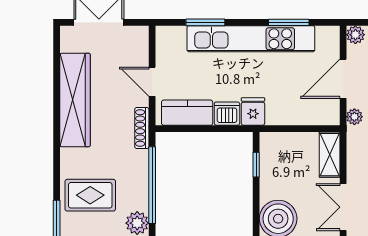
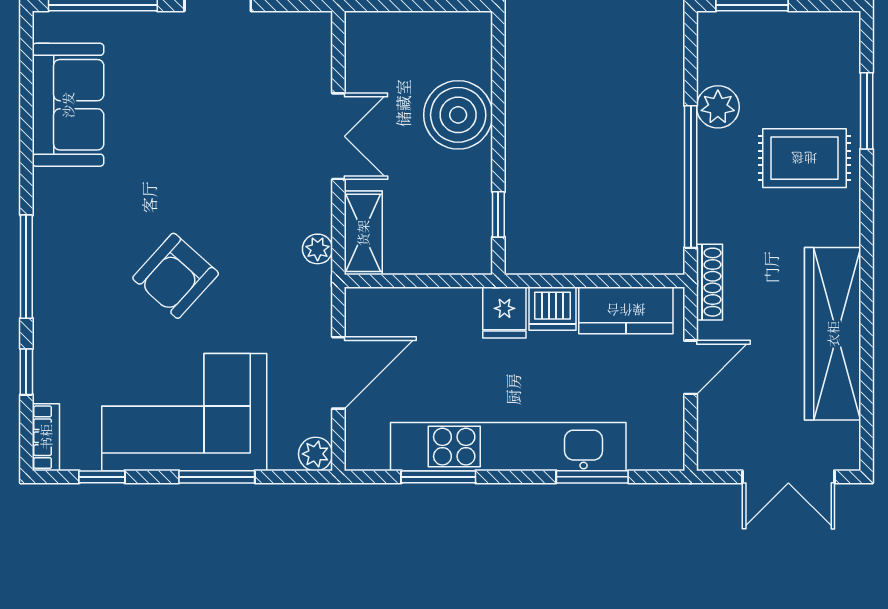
door: (152, 82) -> (691, 367), hinge flipped
plant: (354, 117) -> (318, 249), moved

